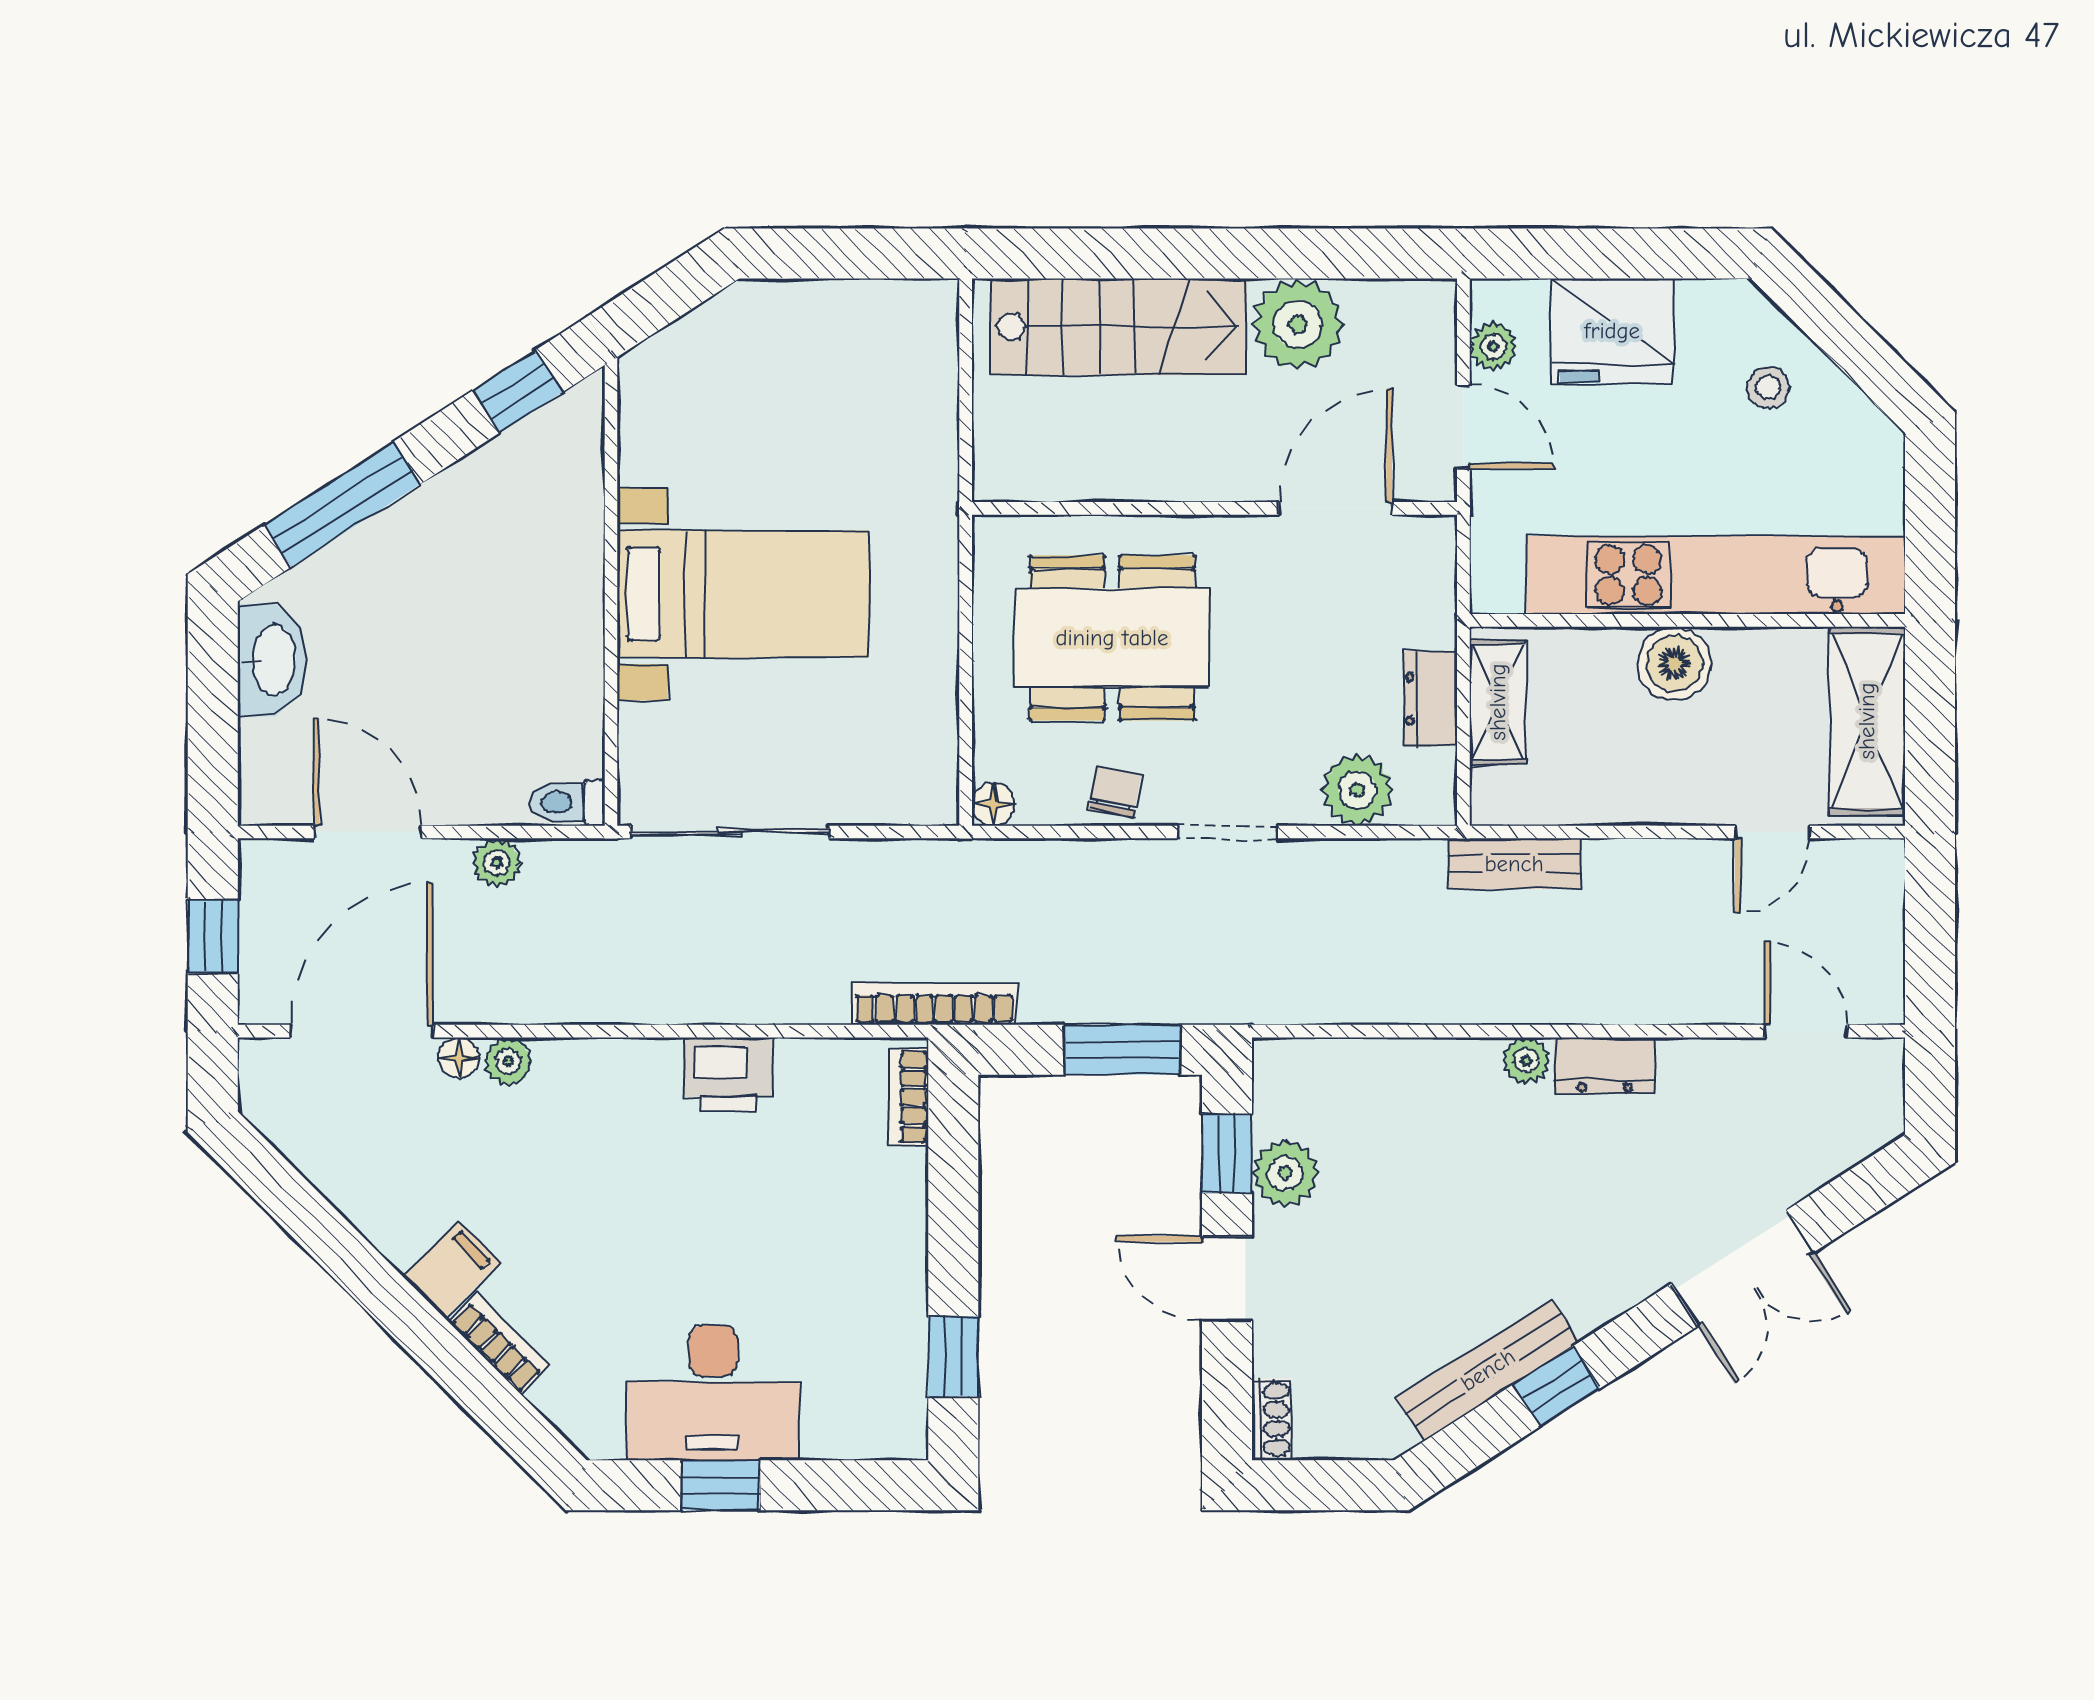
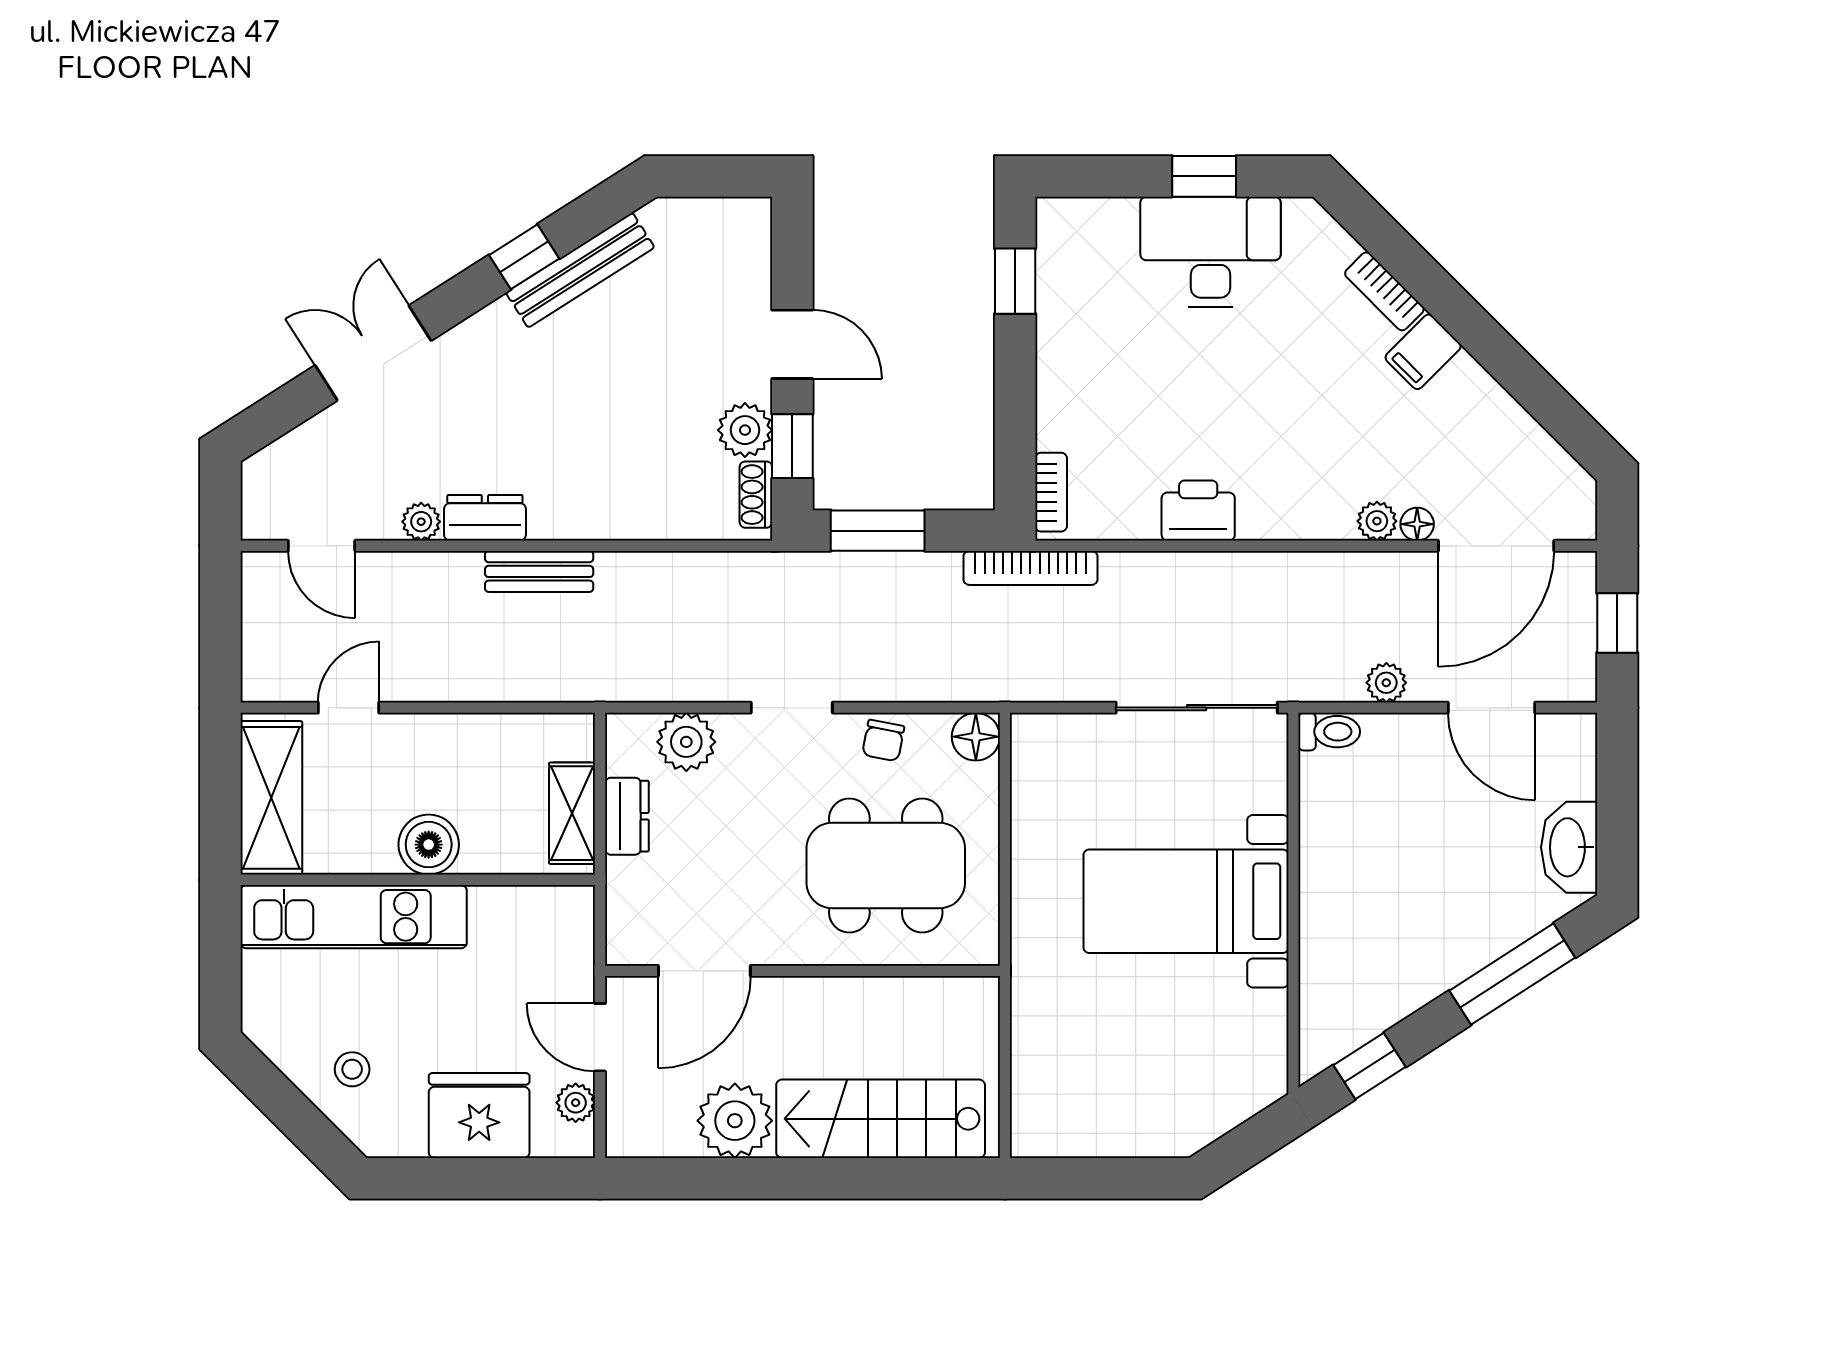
kitchen unit: (1716, 575) -> (354, 917), width x0.73
floor lamp: (993, 804) -> (976, 737), width x1.37, depth x1.37
bench: (1514, 864) -> (539, 571), moved
plant: (1526, 1061) -> (421, 522), moved
shoe rack: (1272, 1419) -> (756, 495), moved

